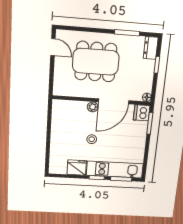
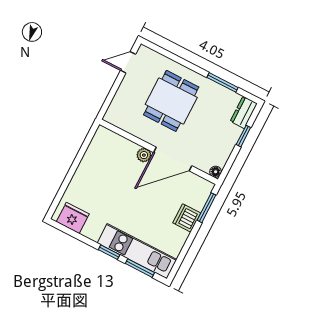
door: (53, 47) -> (128, 62), swing flipped
dining table: (96, 62) -> (171, 101), width x0.73
dishwasher: (142, 113) -> (187, 218), moved
stool: (92, 139) -> (125, 197), removed
fridge: (77, 168) -> (73, 218), moved

